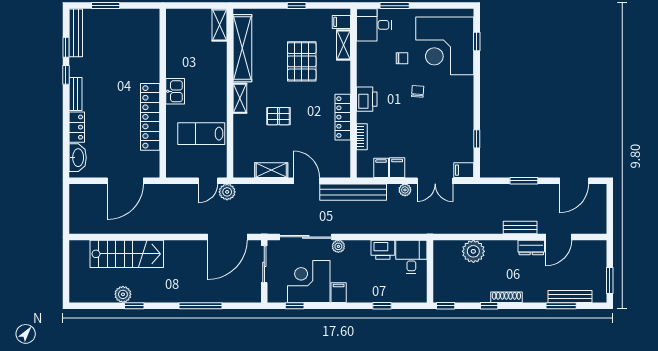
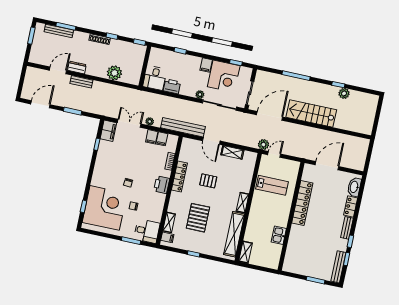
kitchen sink: (175, 91) -> (279, 235), moved
pallet: (278, 116) -> (208, 181), moved
filing cabinet: (464, 170) -> (108, 131), width x2.00
stairs: (127, 254) -> (311, 113), moved

